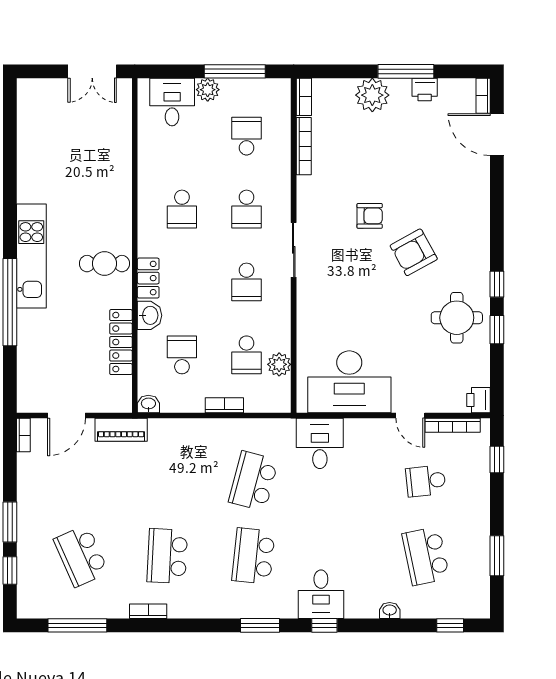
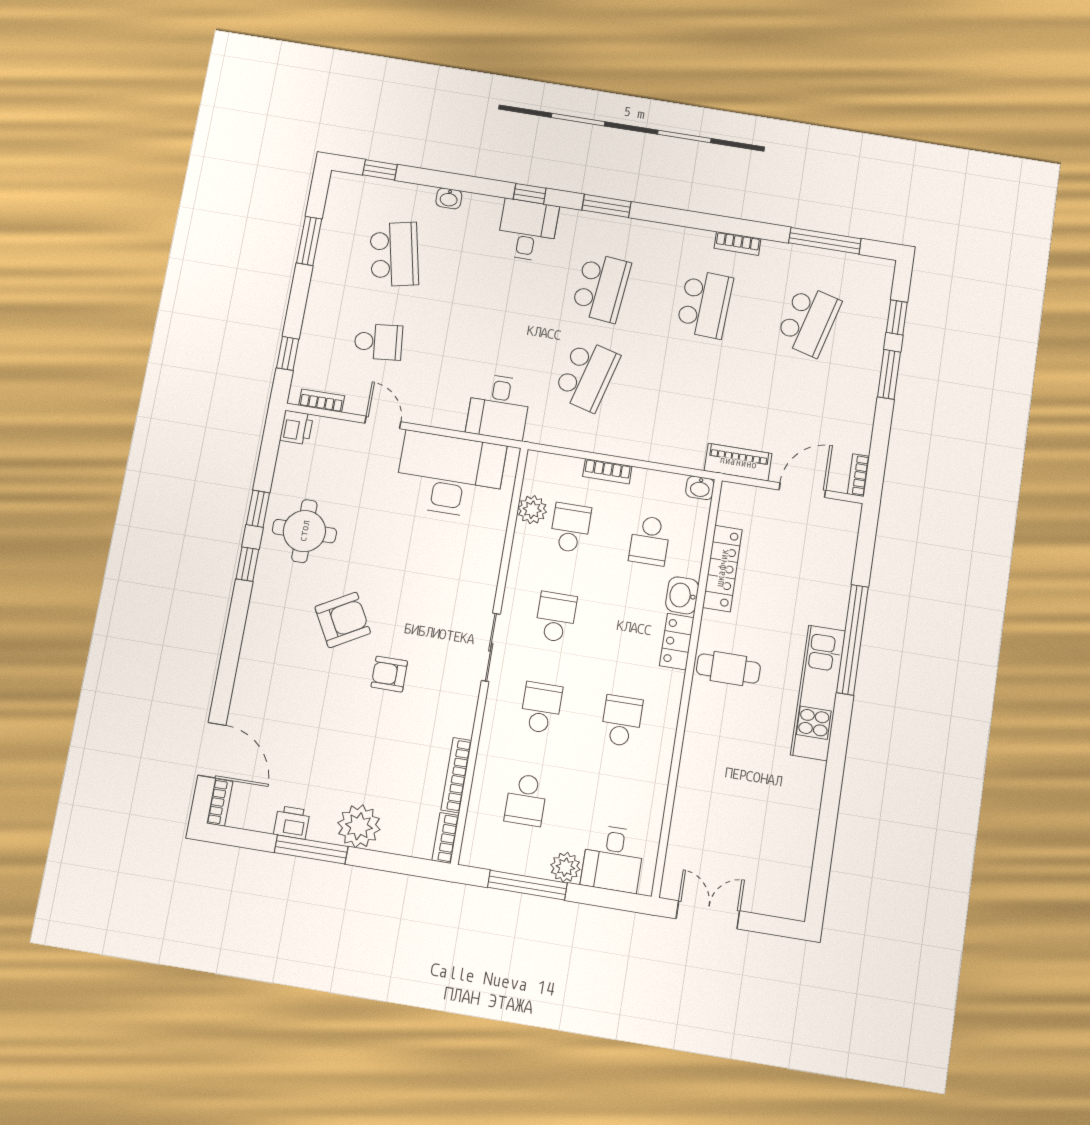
bookcase: (453, 425) -> (322, 401), width x0.64
school desk: (81, 556) -> (809, 321), turned 39

